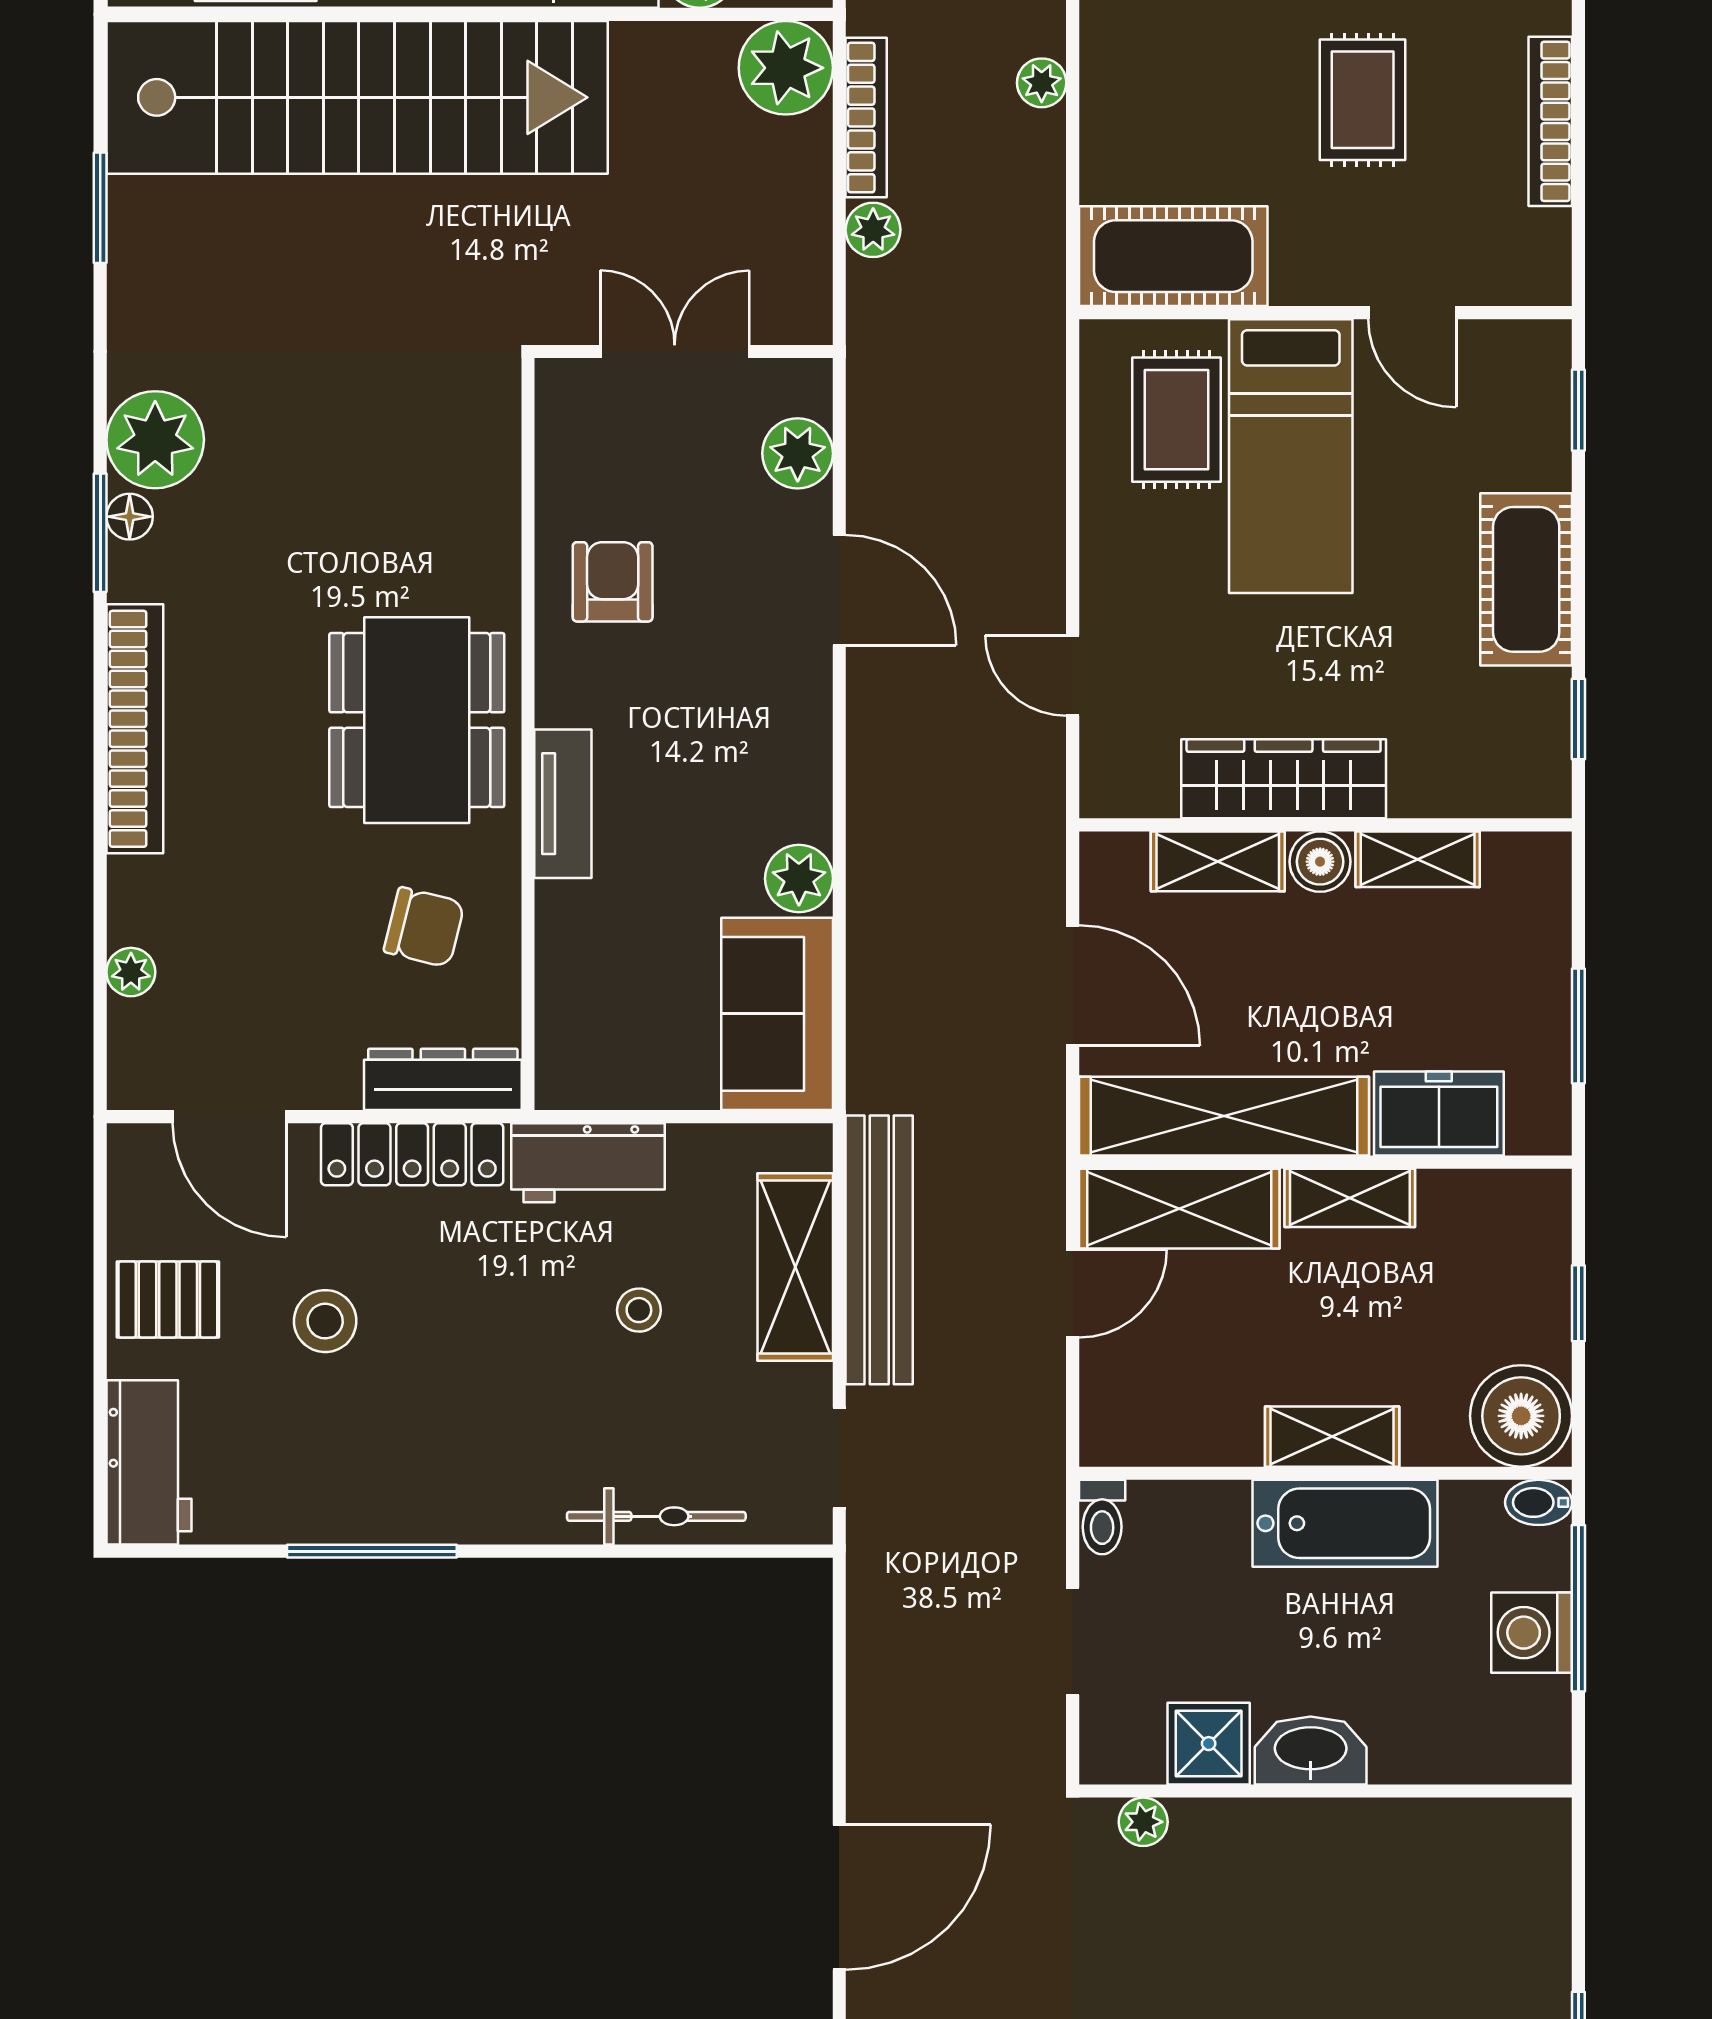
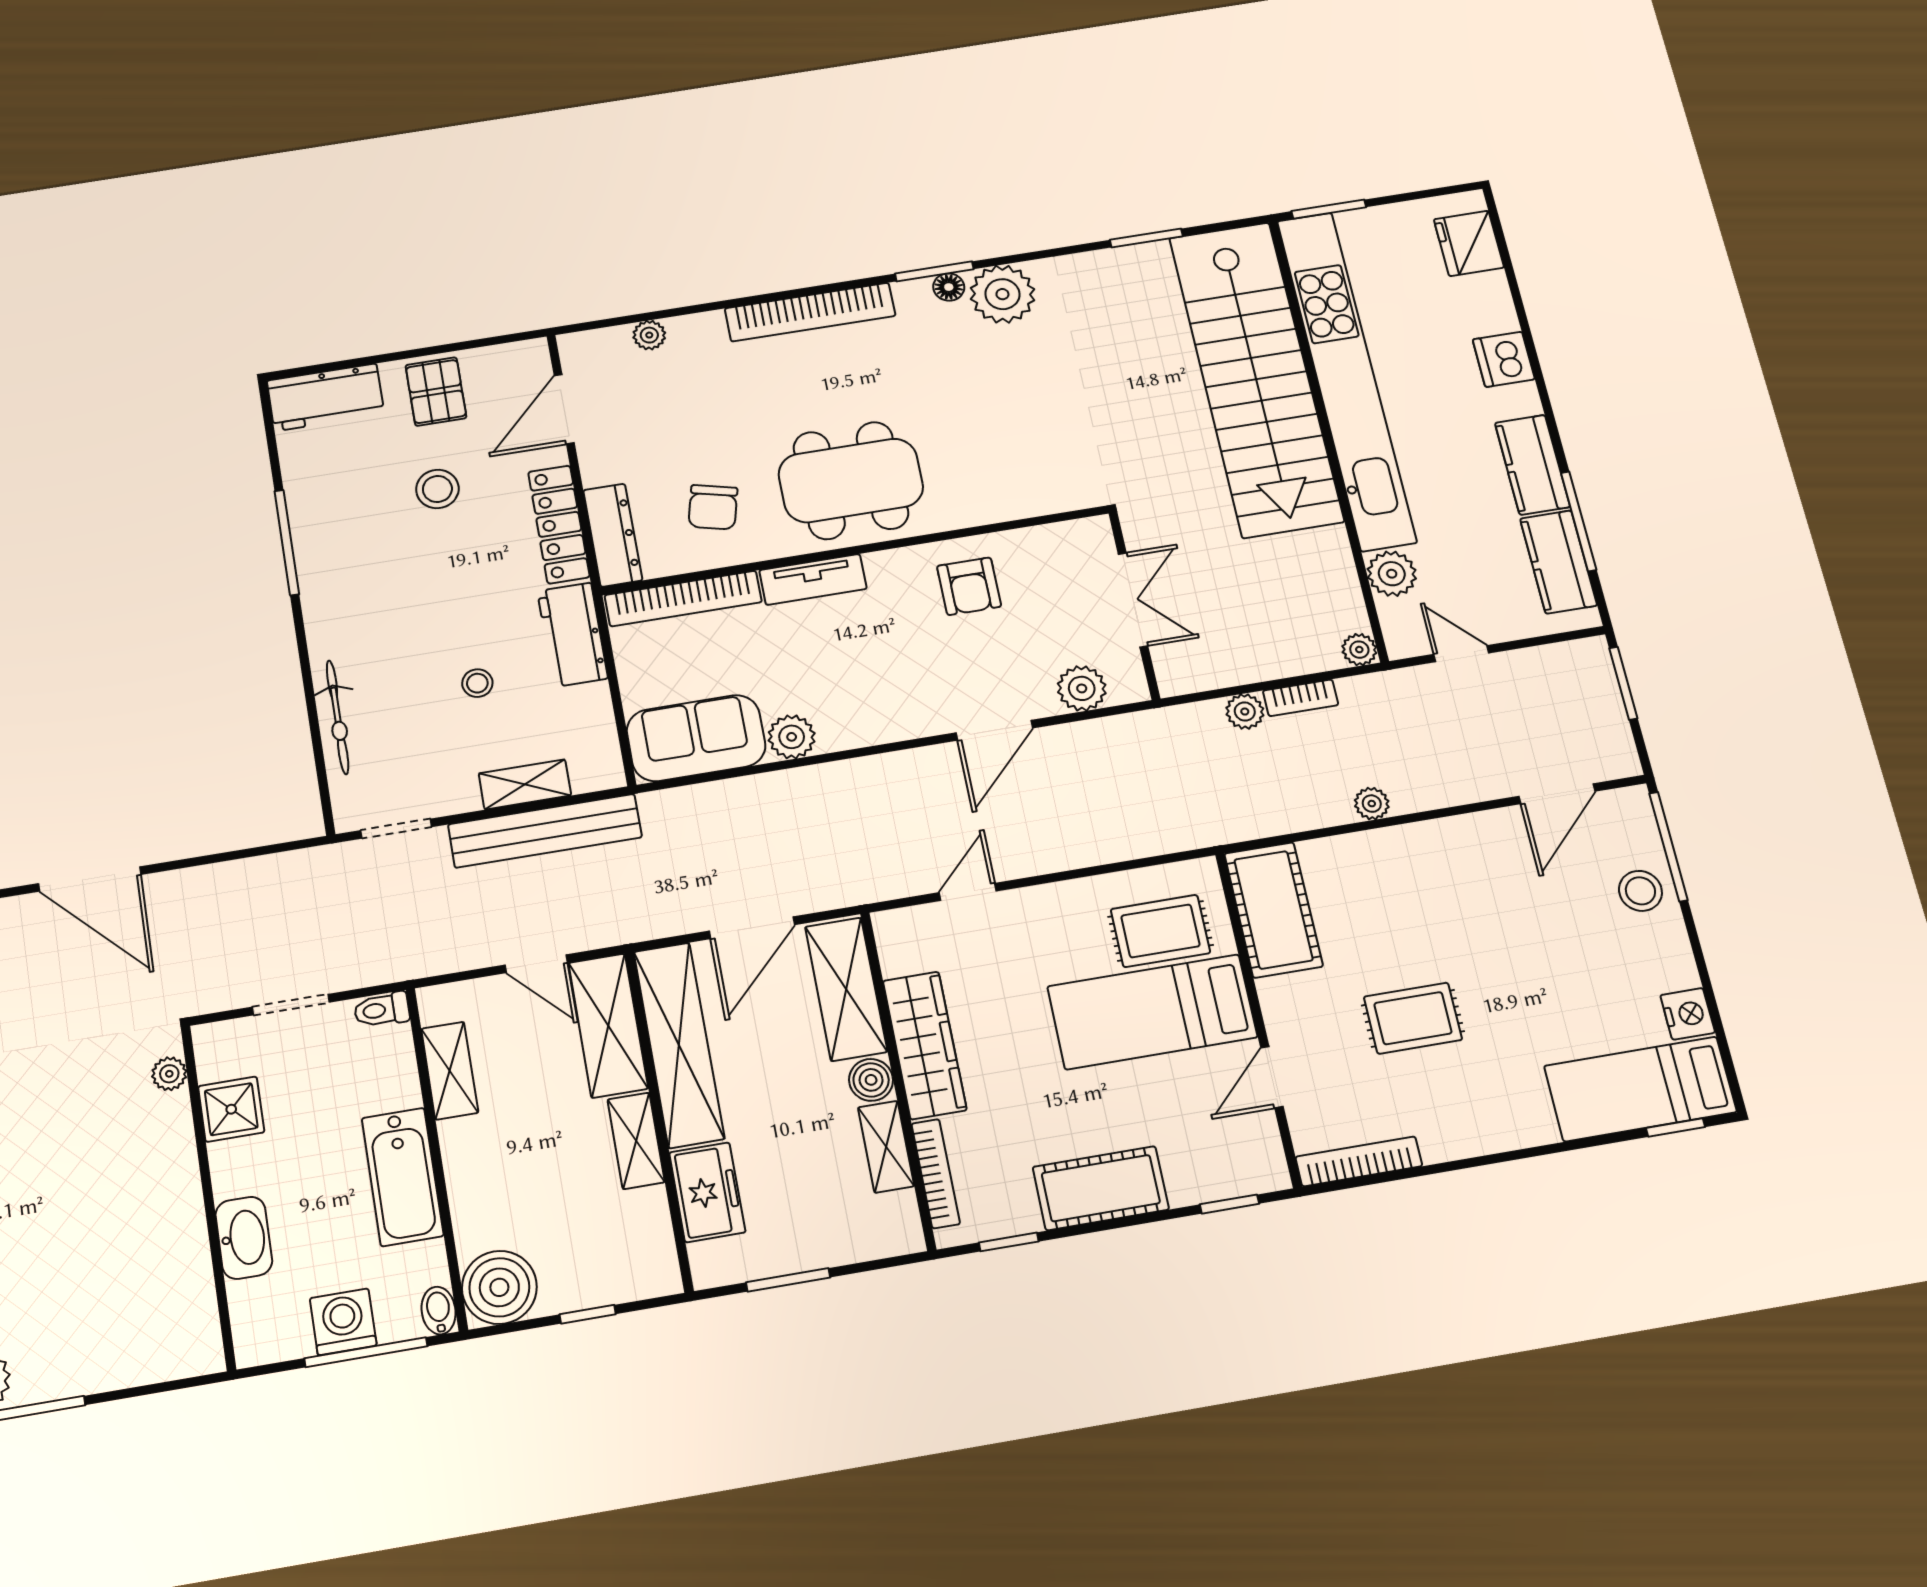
plant: (786, 68) -> (1359, 650), width x0.53, depth x0.53
bookcase: (866, 118) -> (1301, 698), width x0.64
bookcase: (1550, 121) -> (1359, 1161), moved
armchair: (613, 582) -> (969, 586), turned 90
bookcase: (1467, 799) -> (936, 1174), added
shelving: (1218, 861) -> (846, 989), width x1.50, depth x1.33
bookcase: (560, 995) -> (683, 599), added
shelving: (795, 1267) -> (525, 784), width x0.67, depth x0.75
shelving: (1332, 1437) -> (450, 1071), moved
washbasin: (1311, 1750) -> (244, 1238), moved

